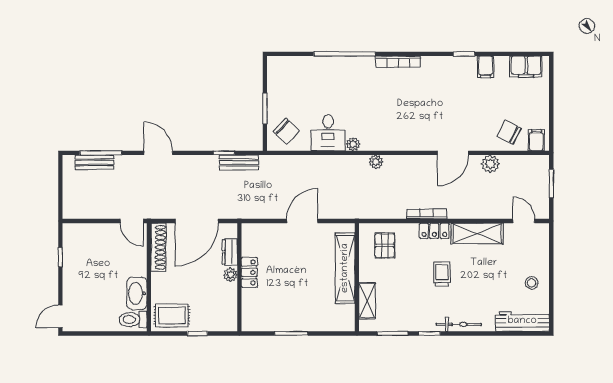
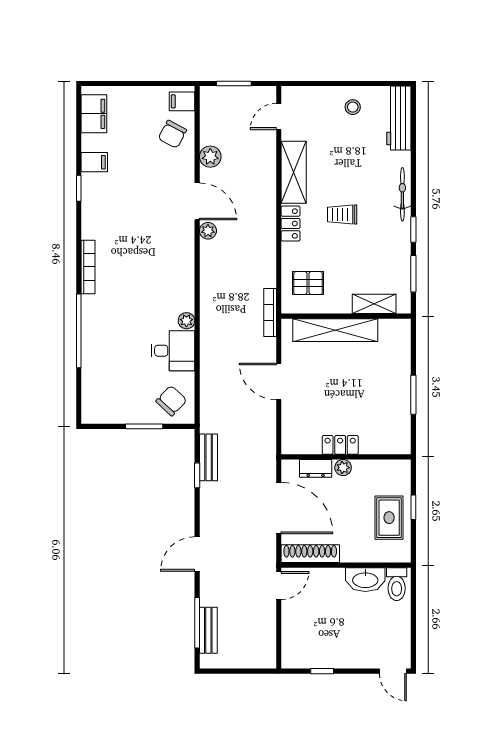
plant: (376, 162) -> (208, 231), moved
bookcase: (427, 214) -> (270, 313), moved
rug: (172, 315) -> (389, 518), moved

